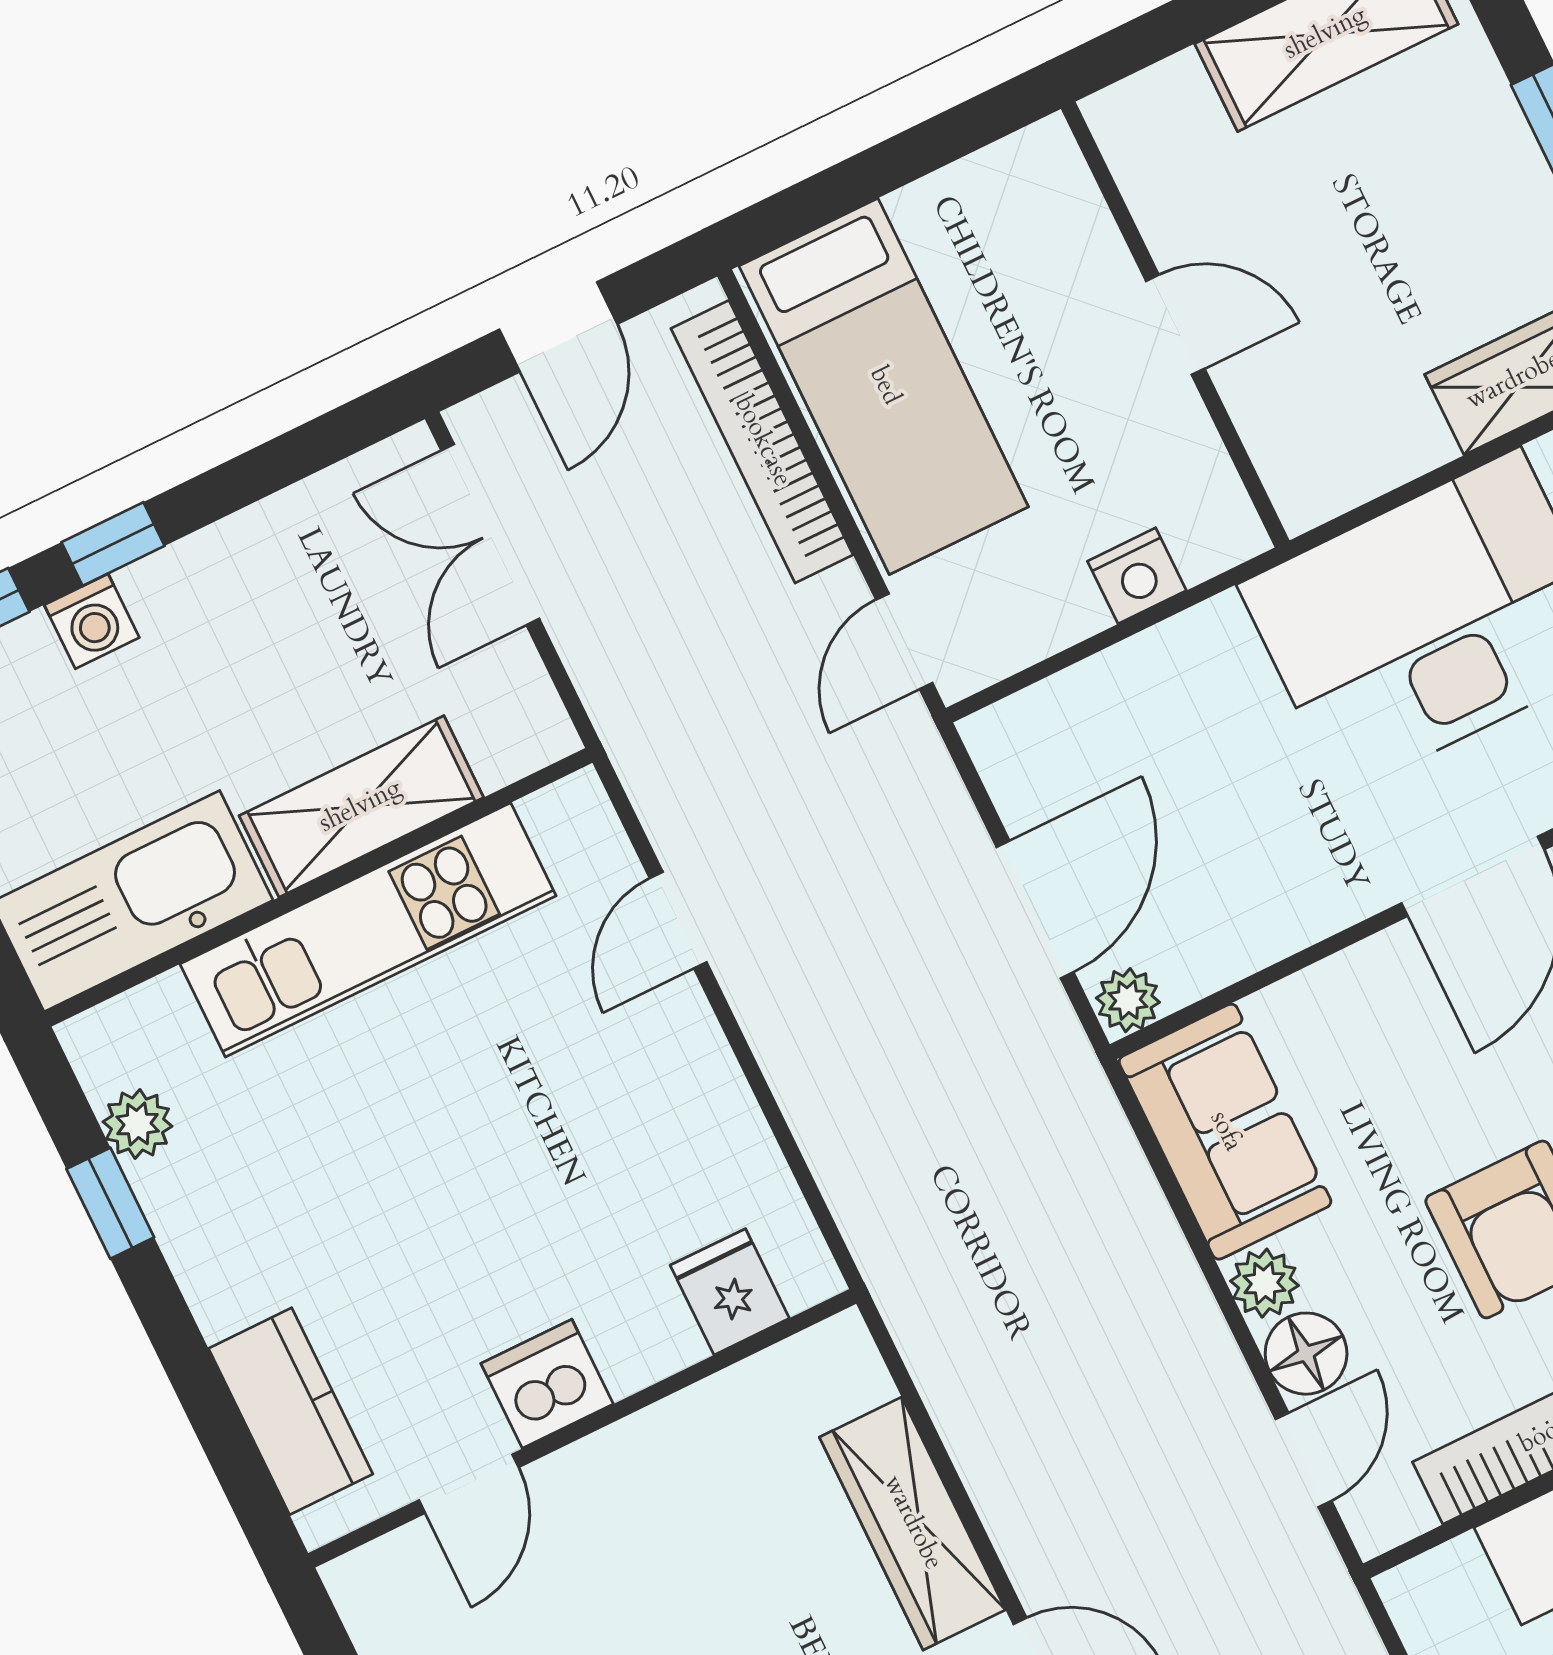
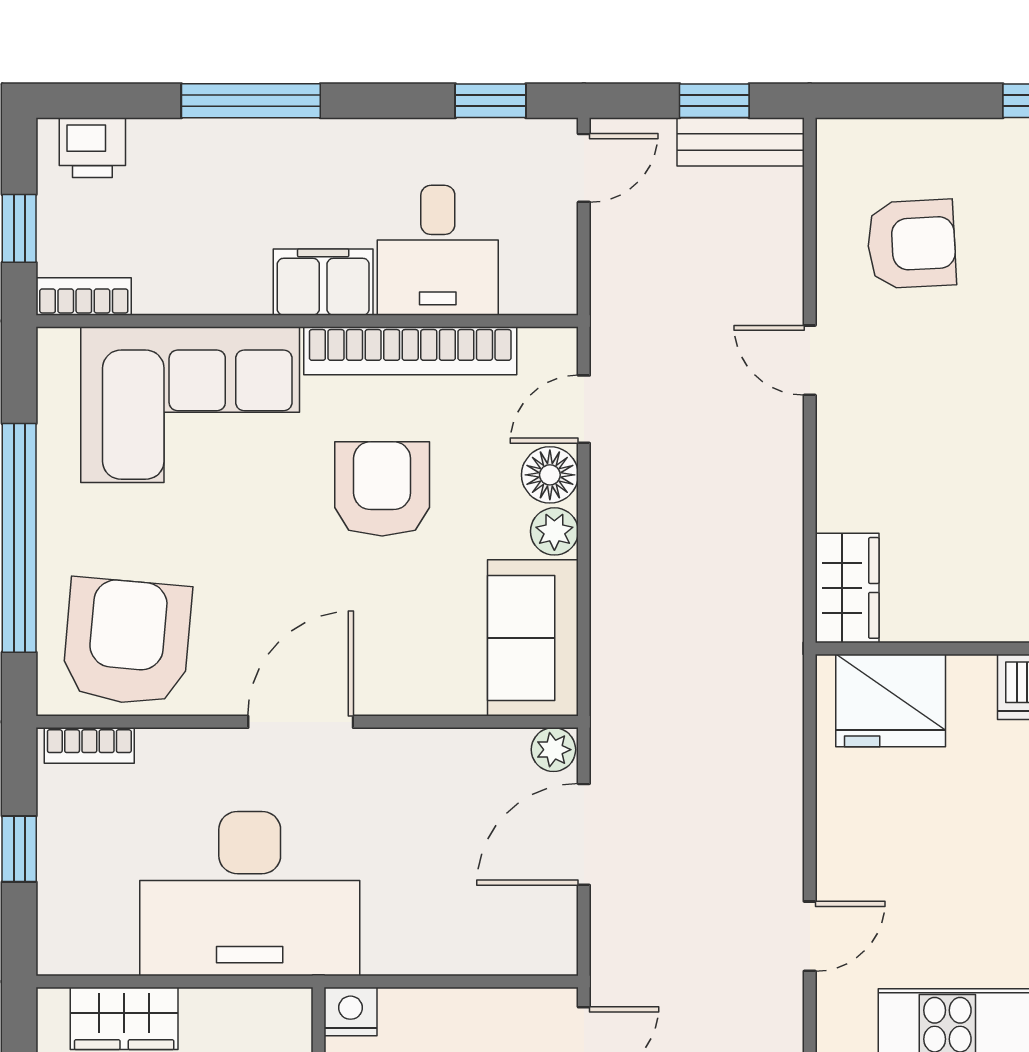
nightstand: (1137, 576) -> (351, 1012), moved
fridge: (730, 1292) -> (891, 701), width x1.88, depth x1.34
wardrobe: (912, 1523) -> (847, 588), moved, width x0.67

